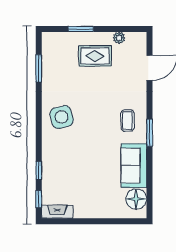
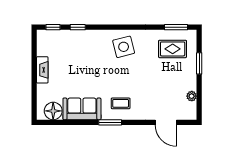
rug: (95, 56) -> (173, 49), moved, turned 90
window: (39, 68) -> (176, 27), moved
fireplace: (57, 212) -> (42, 70), moved

